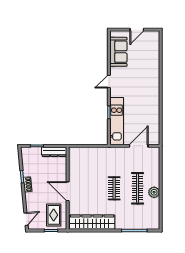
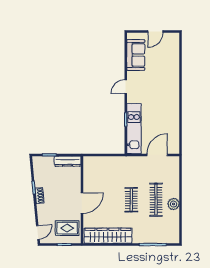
door: (68, 191) -> (82, 203), swing flipped
rug: (54, 215) -> (67, 228), turned 90

